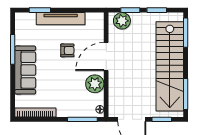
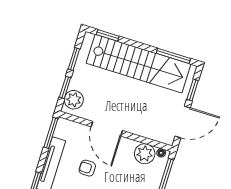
window: (88, 10) -> (51, 133), added
window: (186, 33) -> (108, 35), width x0.69
armchair: (67, 50) -> (87, 168), turned -90
plant: (95, 84) -> (145, 154), moved

